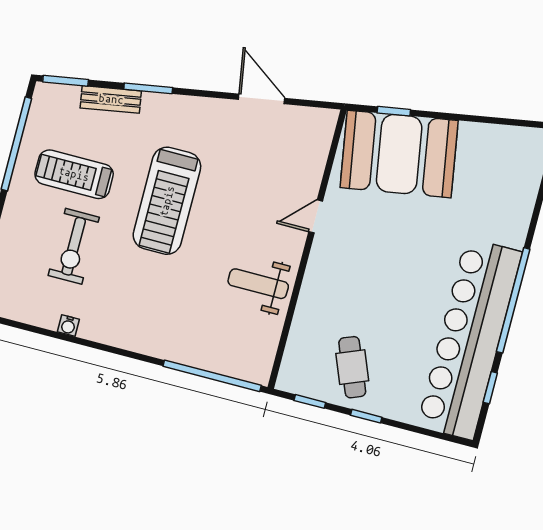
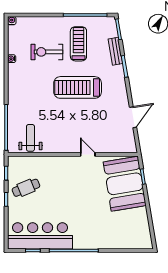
weight bench: (258, 284) -> (30, 138), moved
bar counter: (470, 339) -> (40, 236), width x0.73

